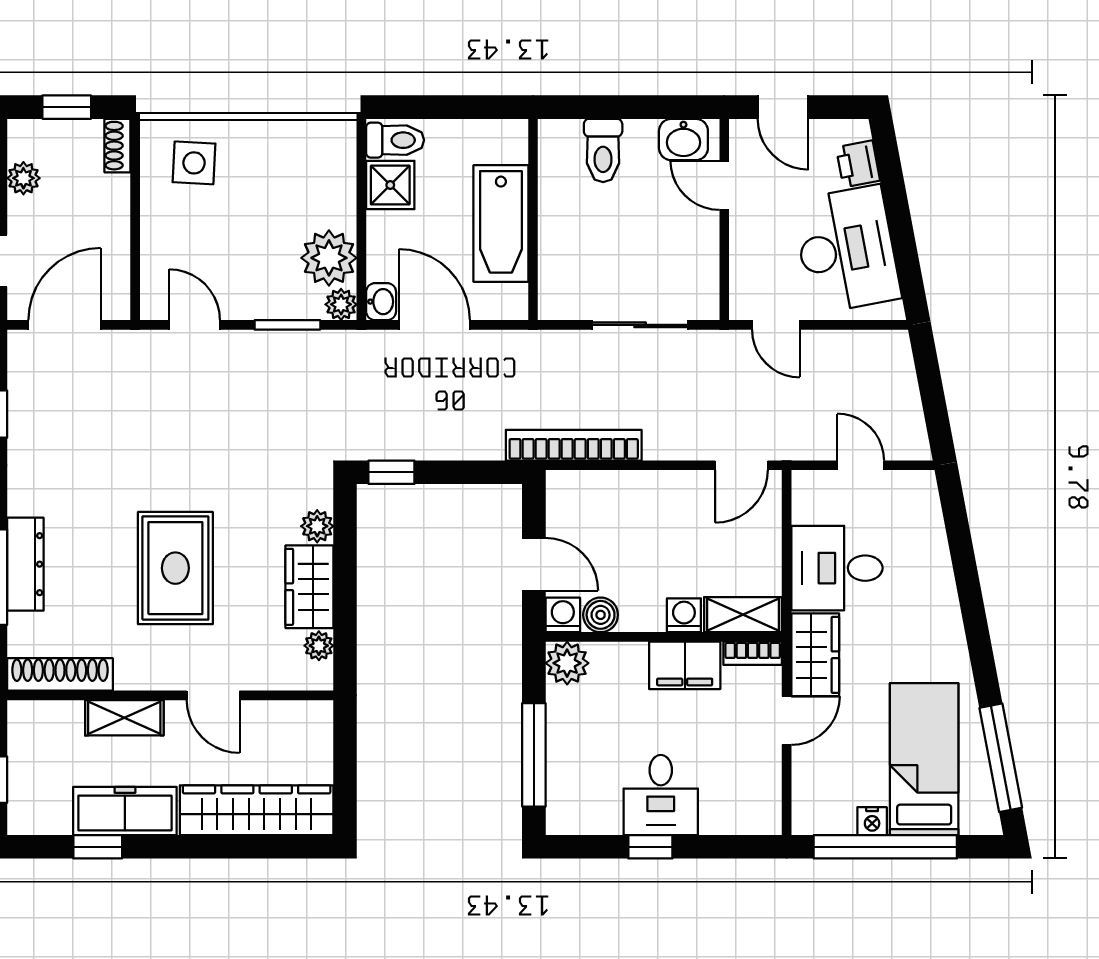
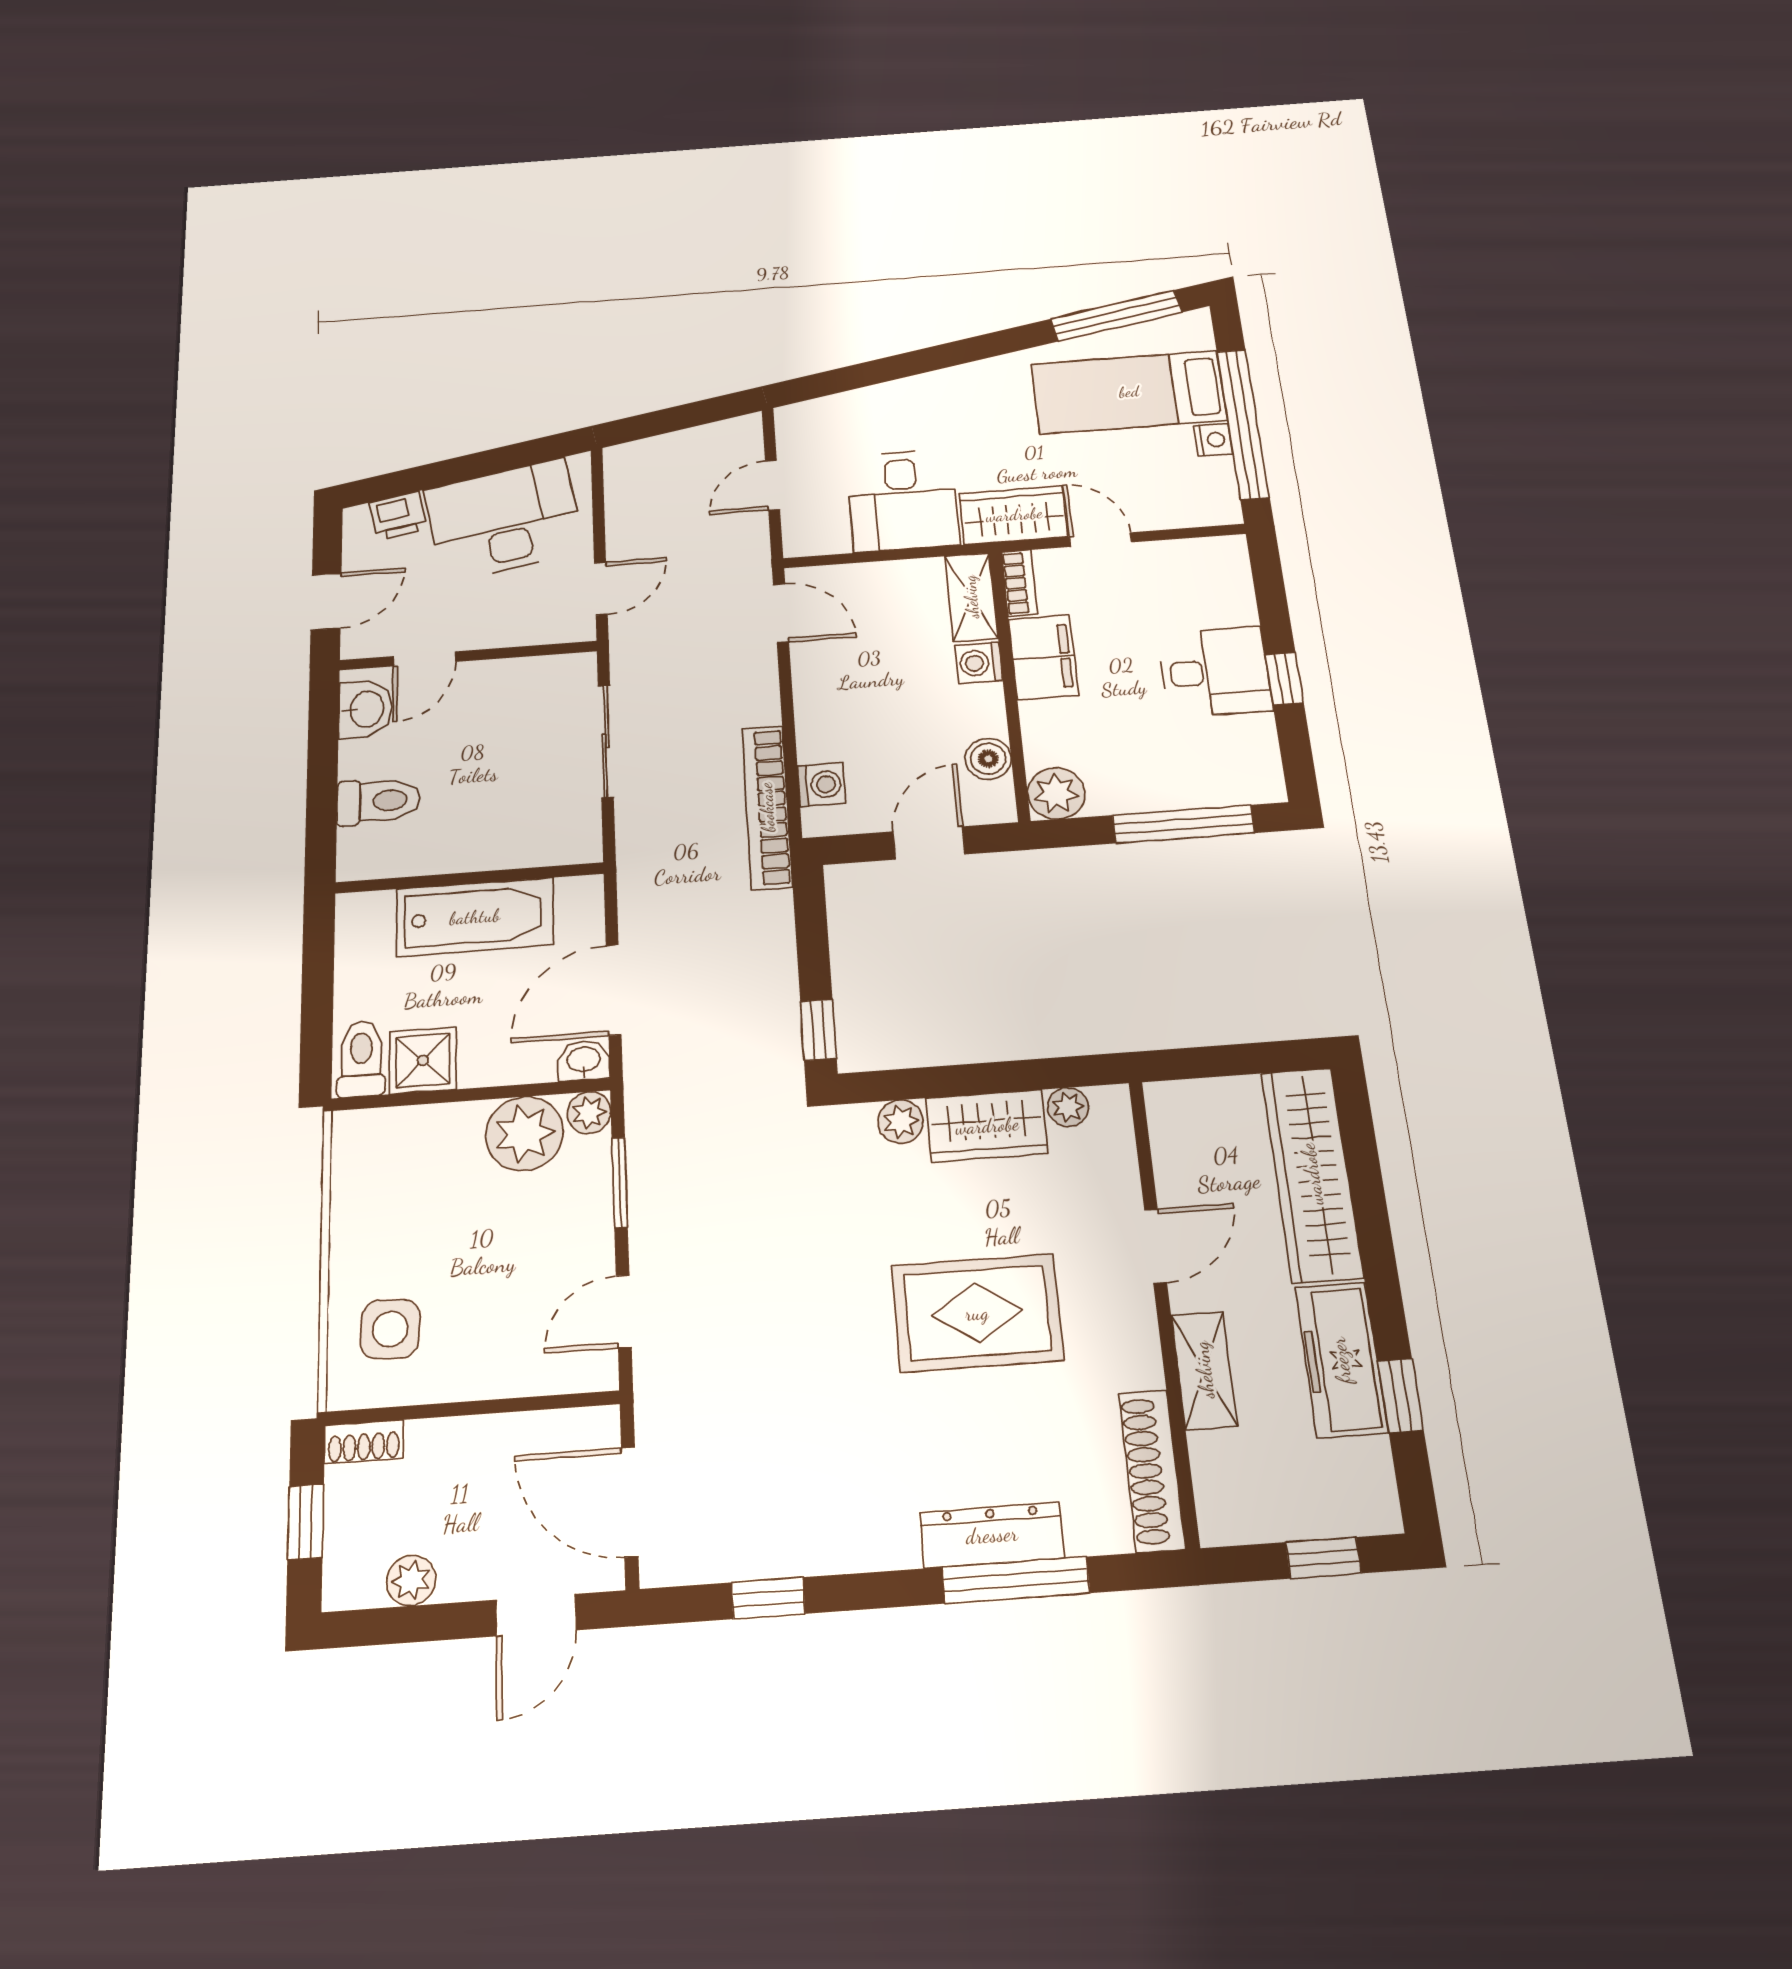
washing machine: (563, 615) -> (821, 785), moved, turned 180

